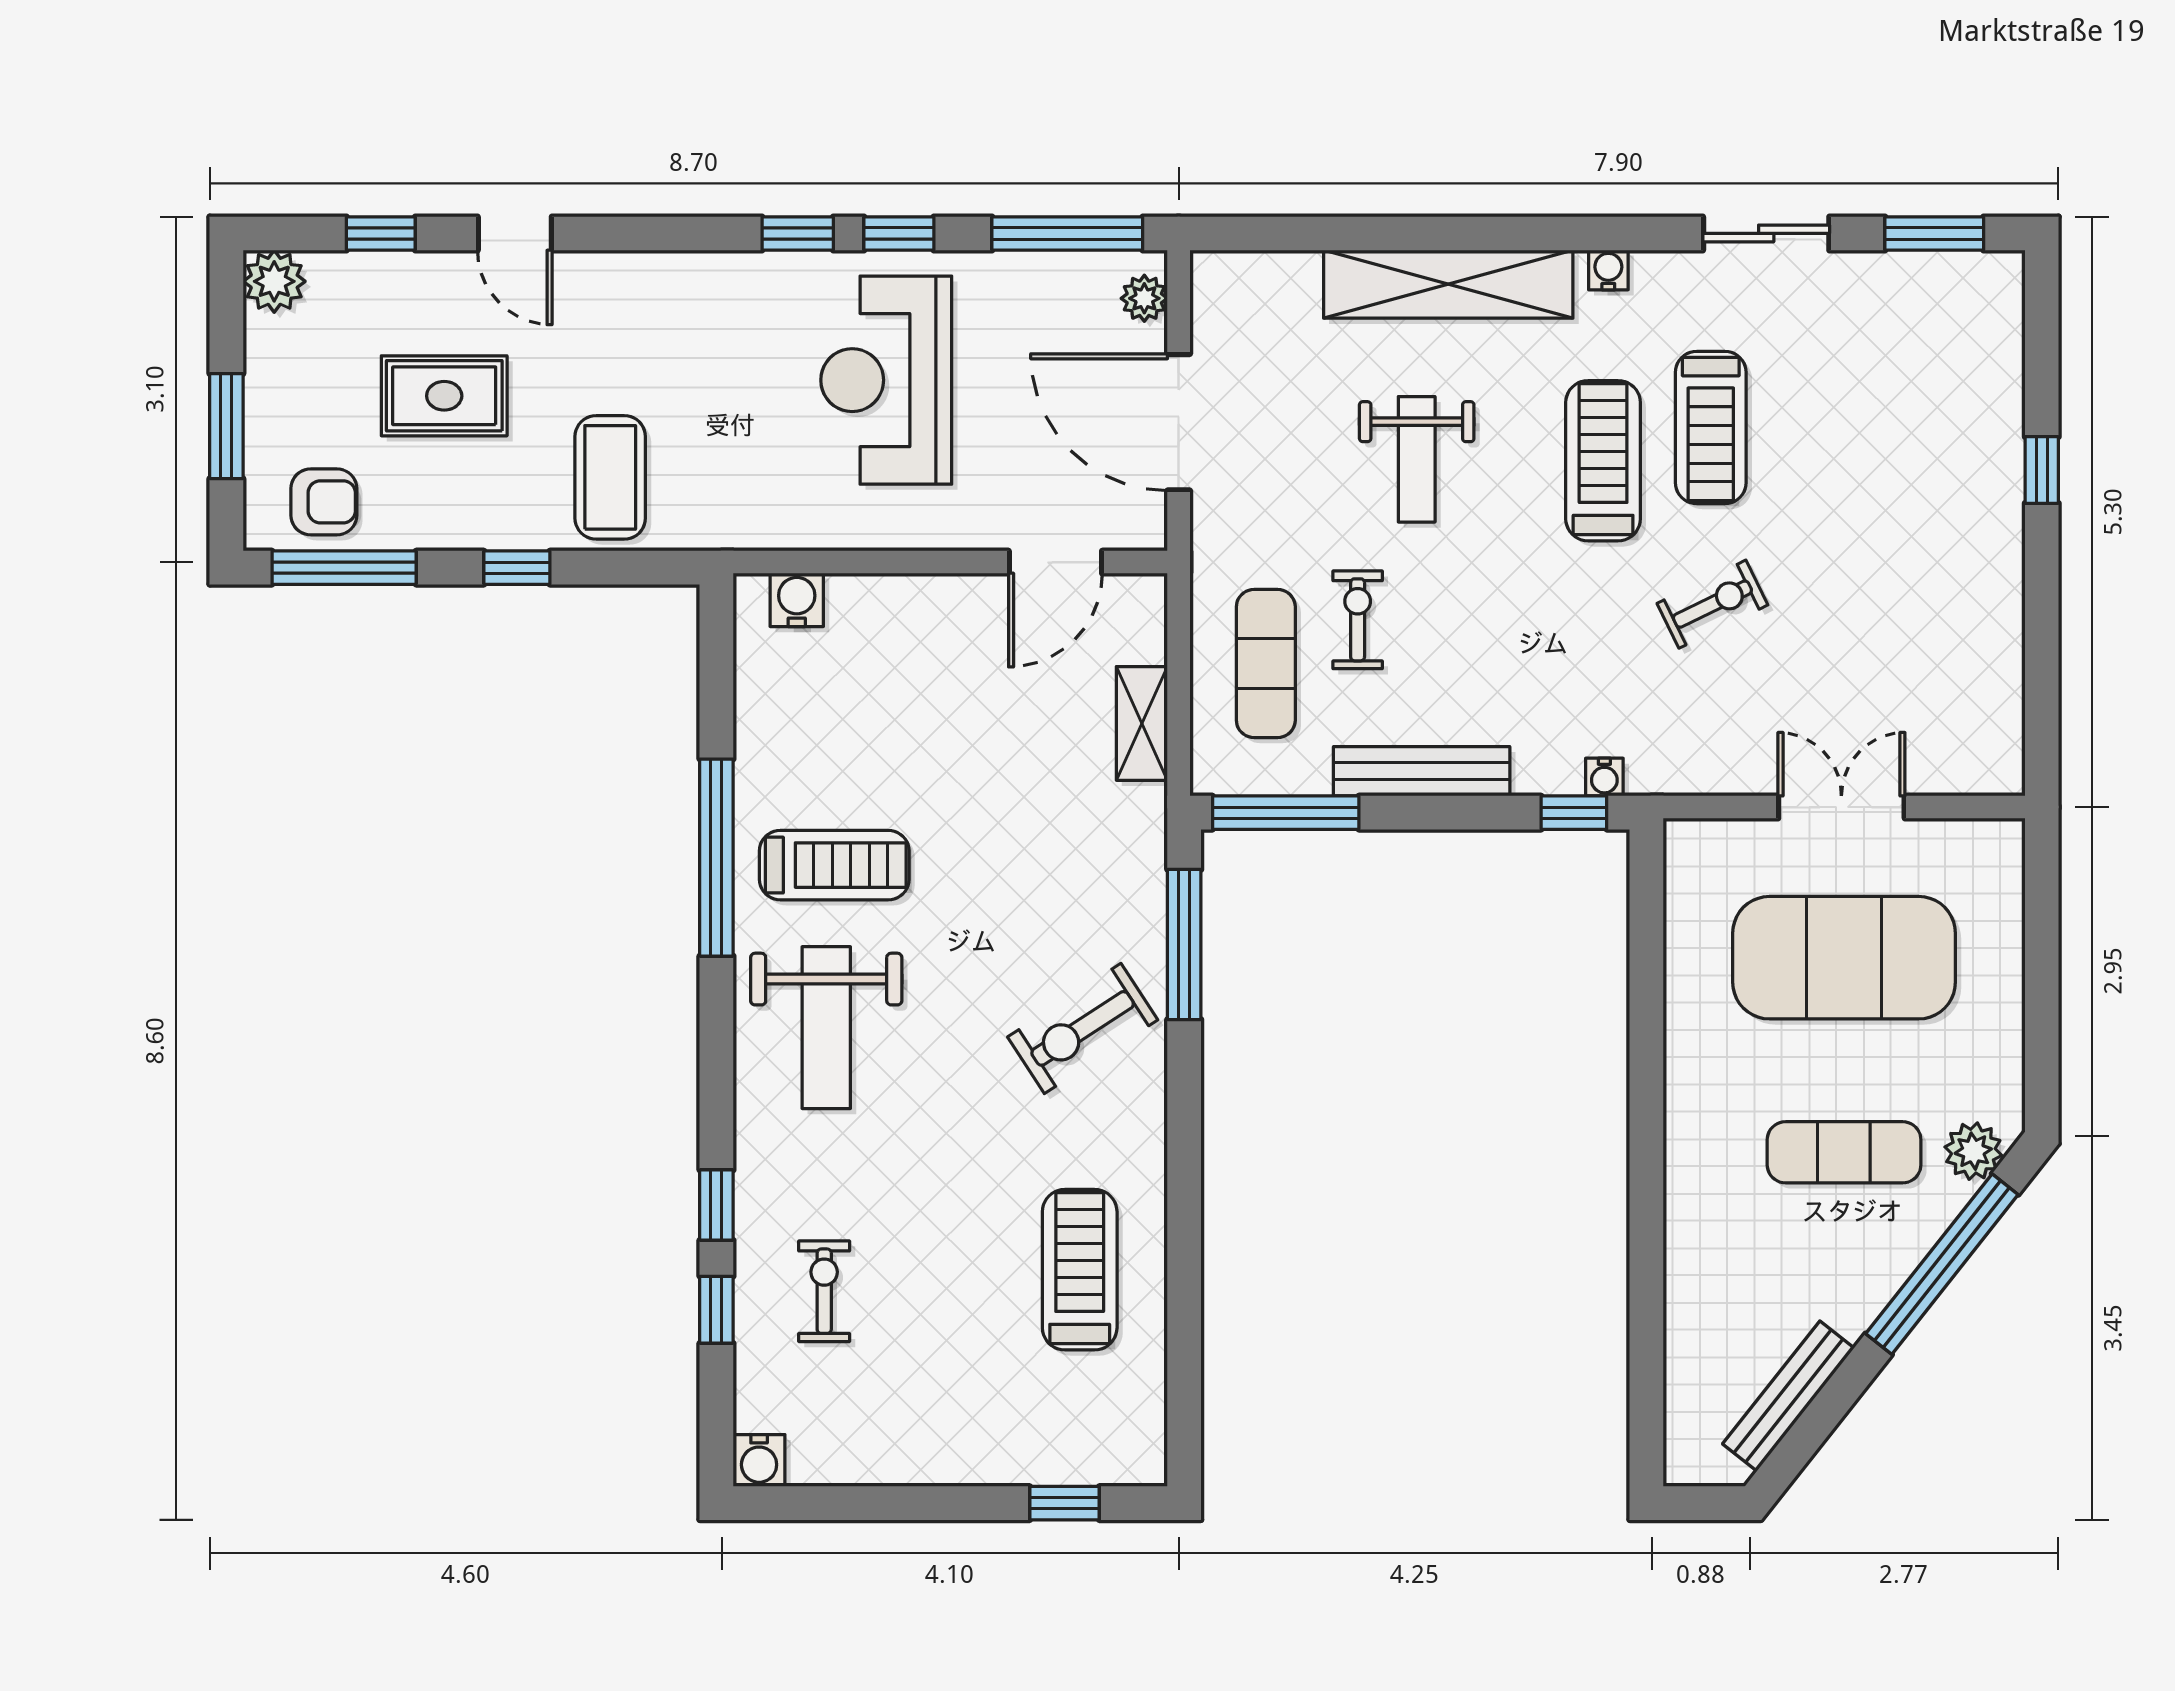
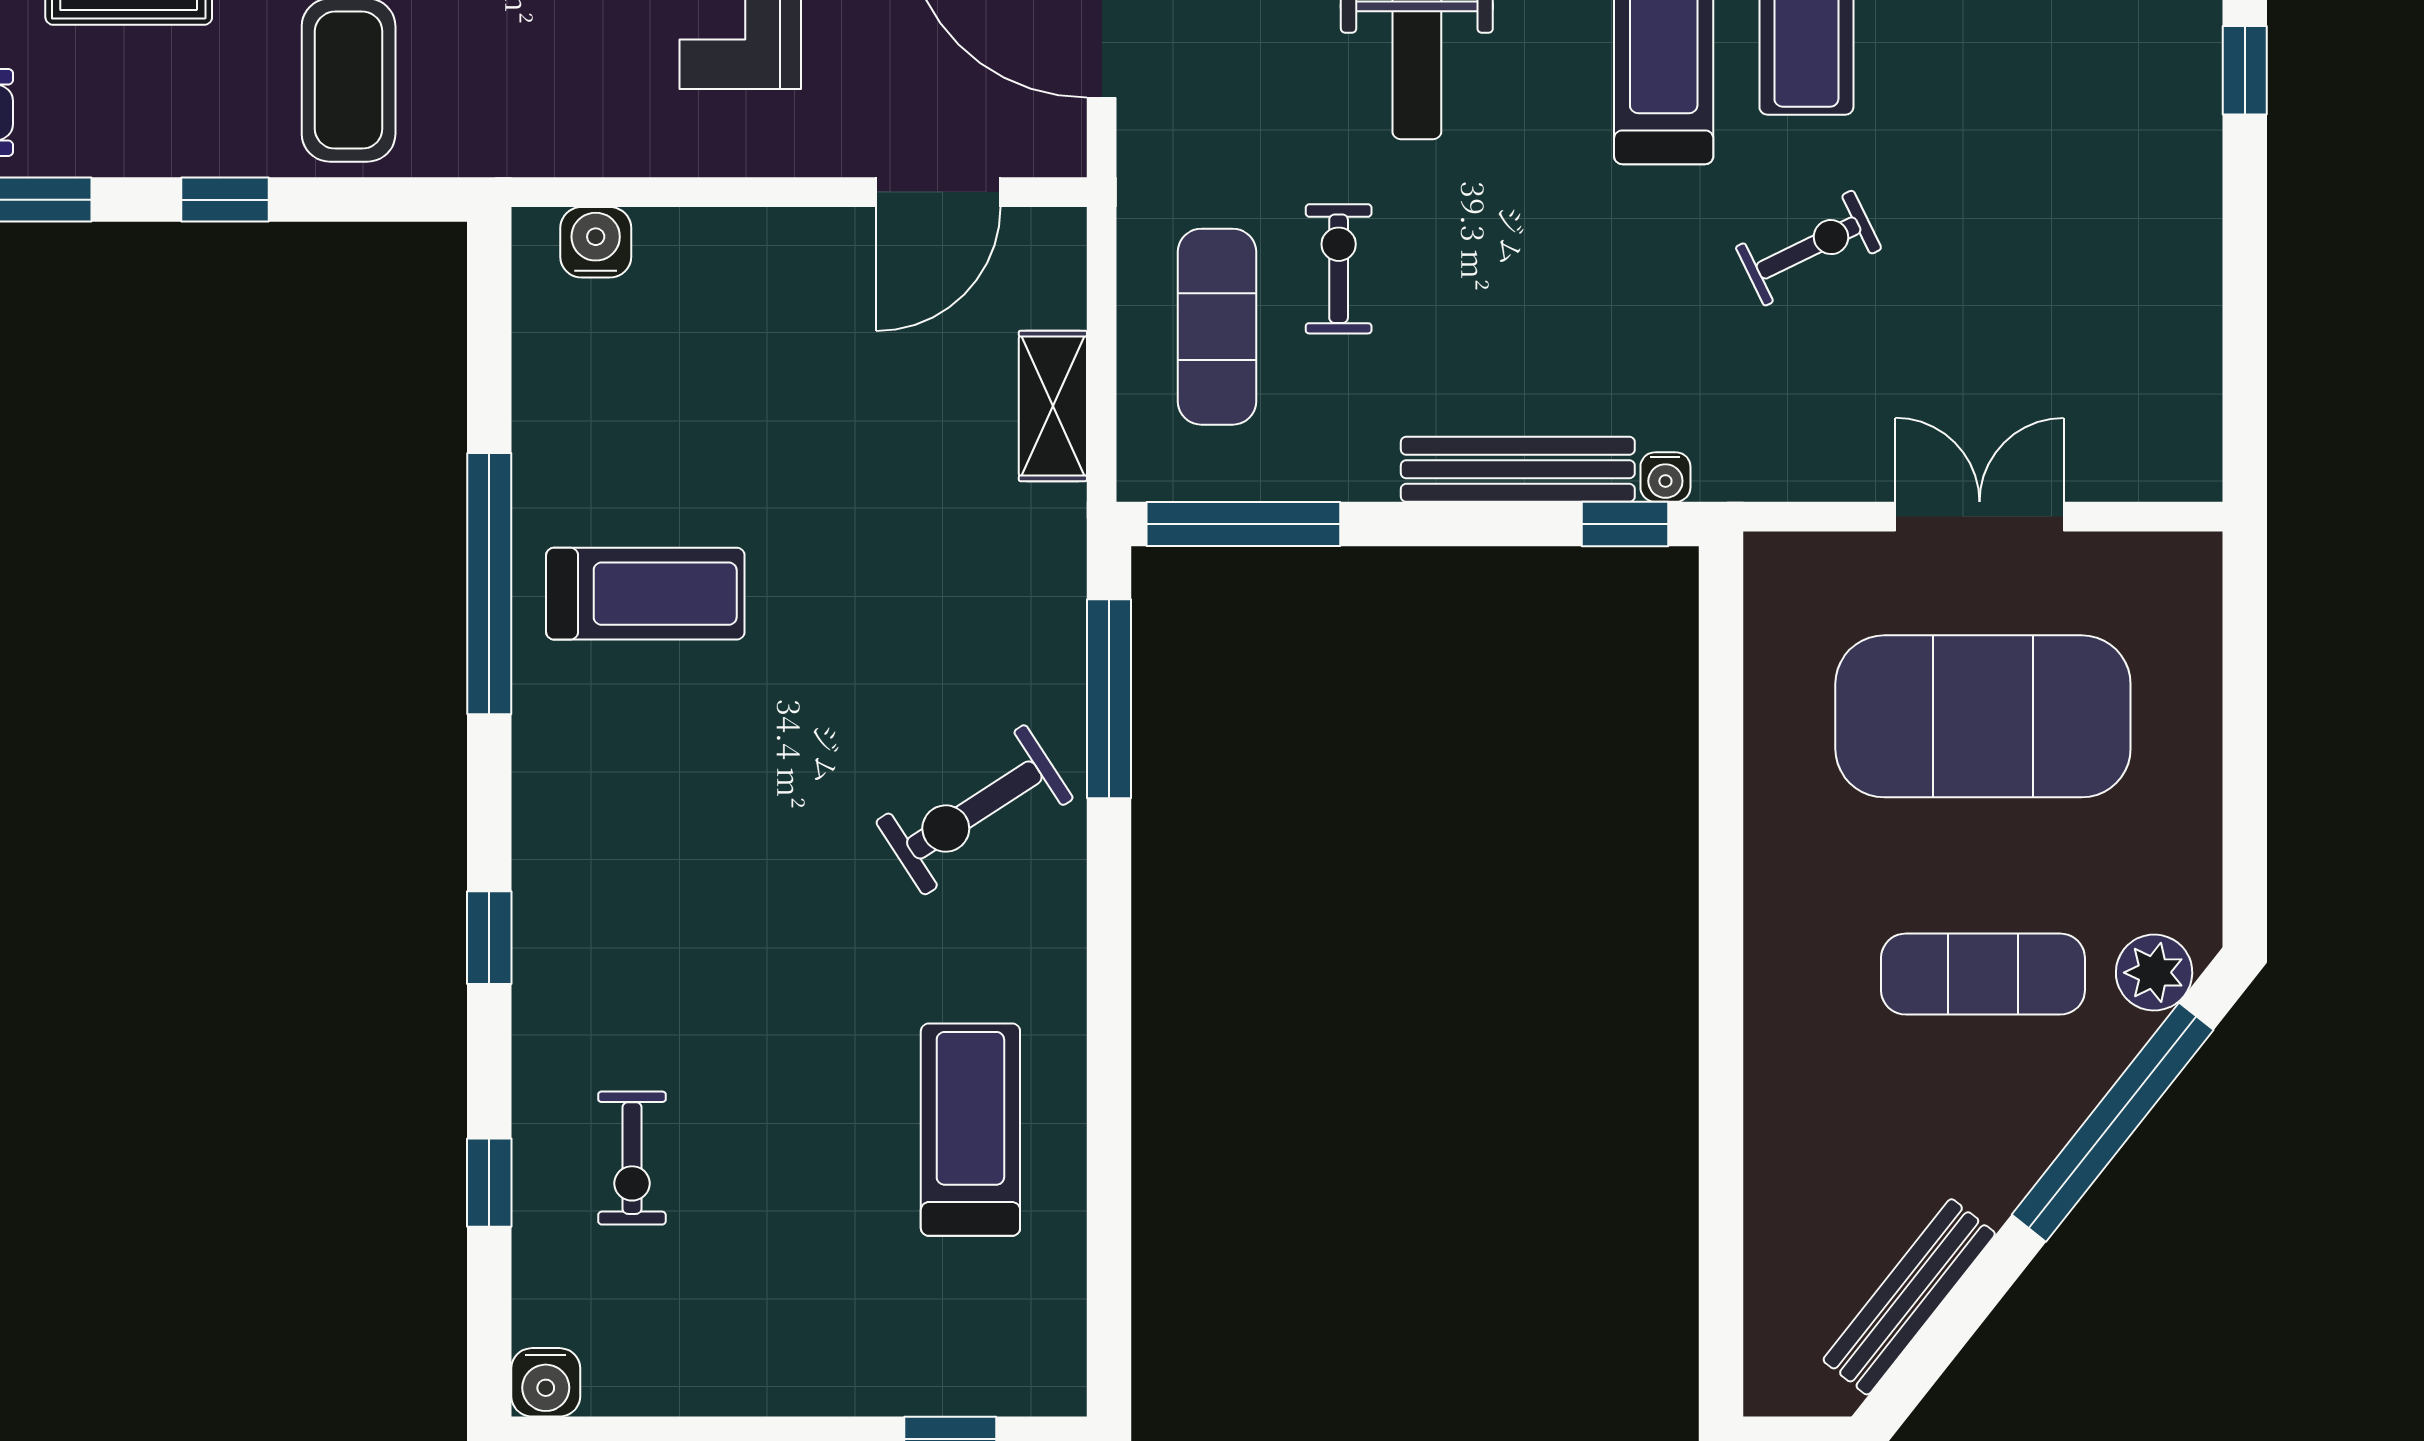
bench: (1422, 771) -> (1518, 469), moved
weight bench: (826, 1028) -> (635, 809), removed
window: (716, 1205) -> (489, 938), moved
exercise bike: (824, 1291) -> (632, 1158), turned 180

